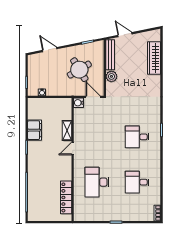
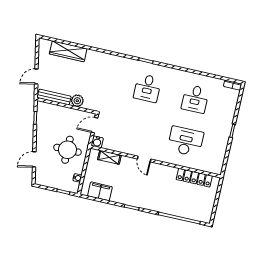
round table: (79, 70) -> (67, 150), moved, turned 31
filing cabinet: (34, 130) -> (100, 191), moved
shelving: (67, 130) -> (109, 157), moved
desk: (97, 182) -> (186, 141), turned 180

